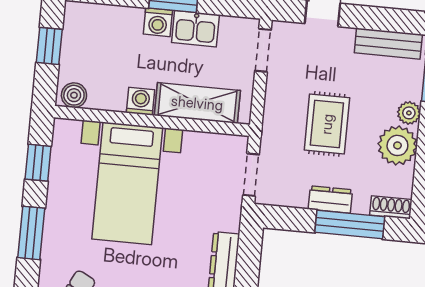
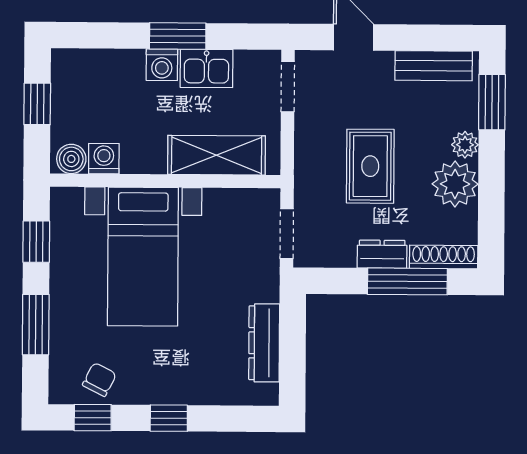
washing machine: (141, 101) -> (104, 159), moved
shoe rack: (391, 207) -> (444, 257), width x1.43

